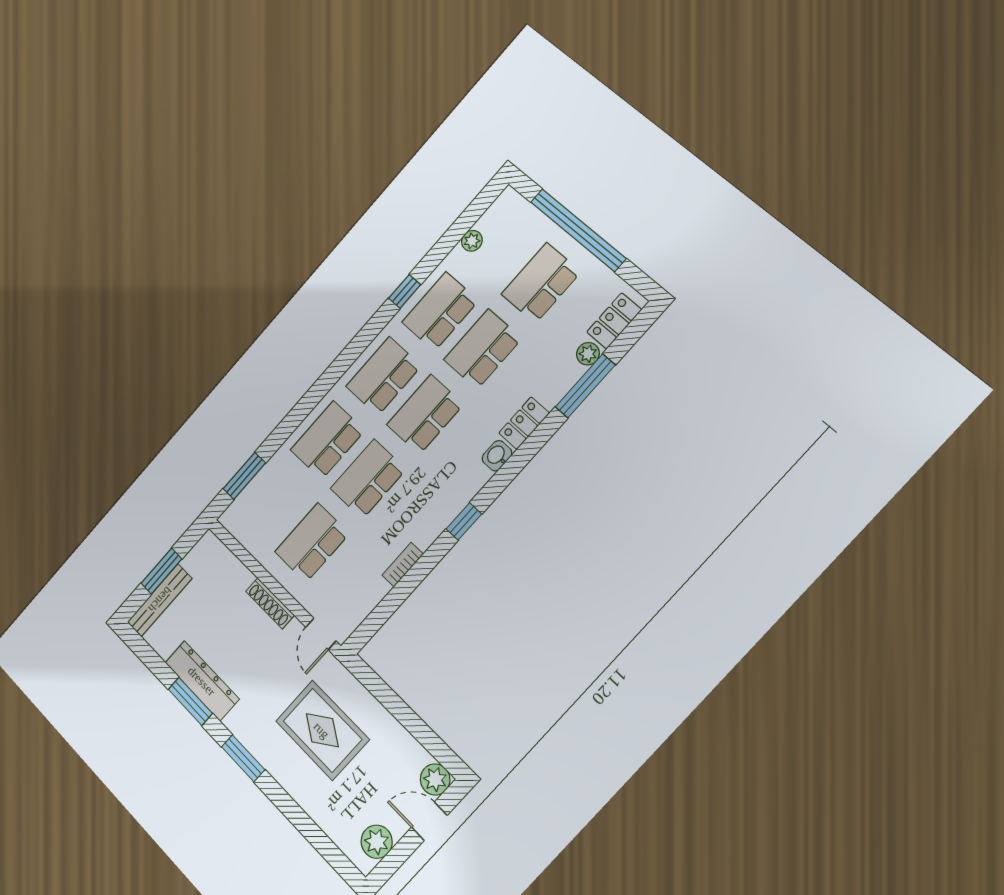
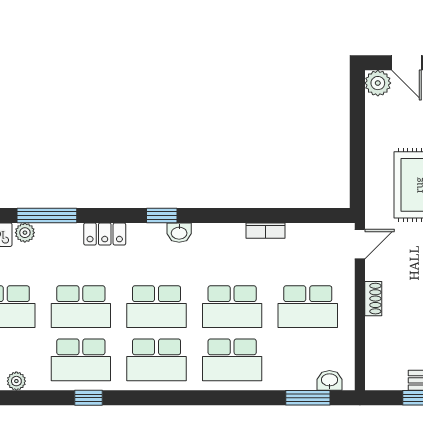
washbasin: (497, 456) -> (179, 233), moved
washbasin: (241, 506) -> (329, 380), added
window: (464, 521) -> (162, 215), moved
shoe rack: (270, 603) -> (373, 299), width x0.70

